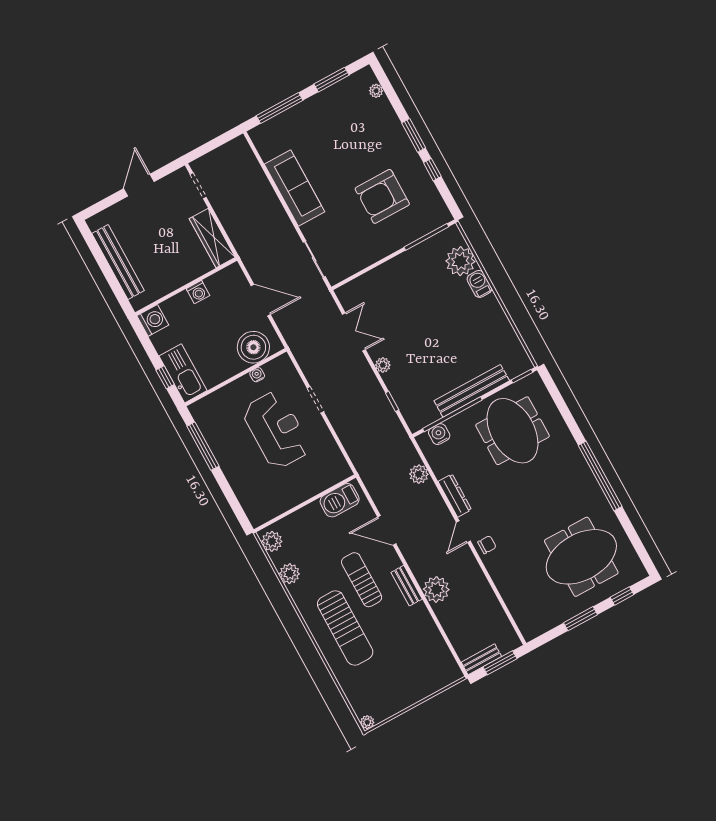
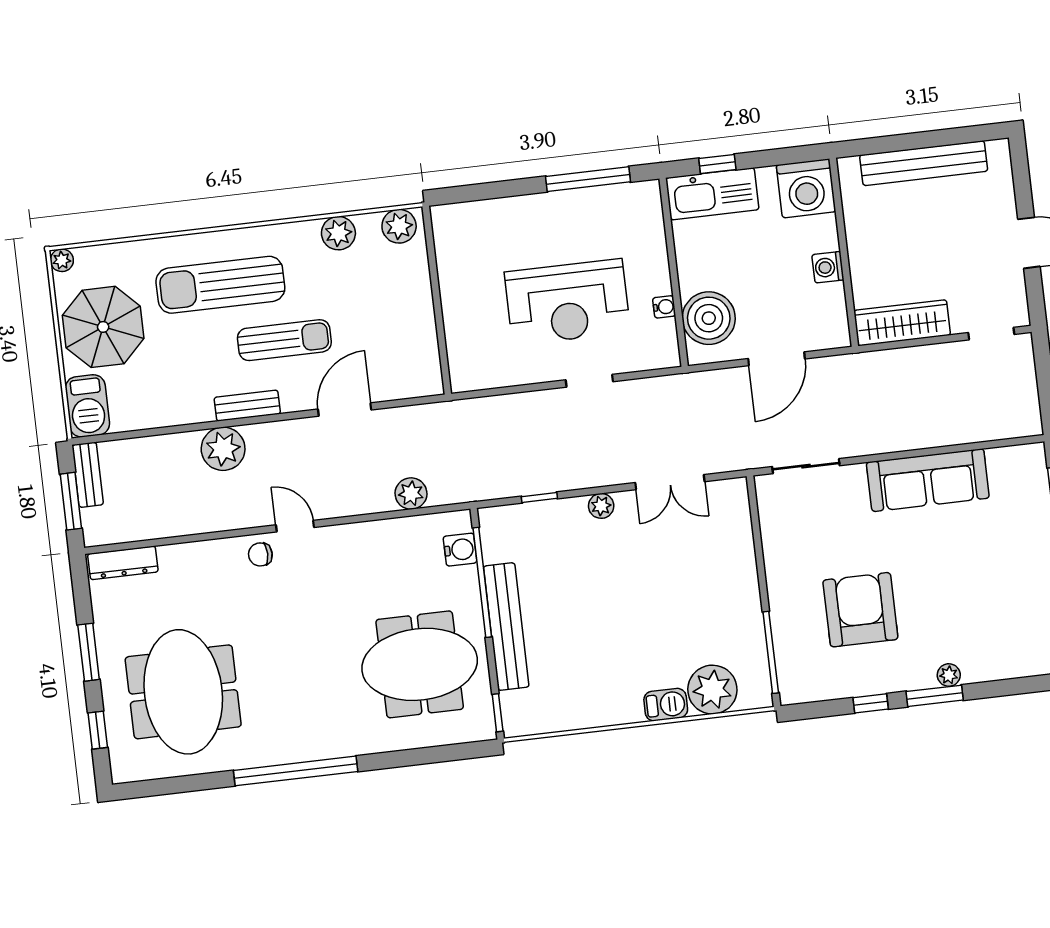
plant: (376, 91) -> (949, 675), moved
washing machine: (153, 320) -> (806, 188), width x1.37, depth x1.37
dresser: (455, 495) -> (123, 563), moved
barbecue: (340, 500) -> (87, 406), moved, turned 180
chair: (487, 545) -> (260, 554), turned 90
parasol: (395, 684) -> (103, 327), added

